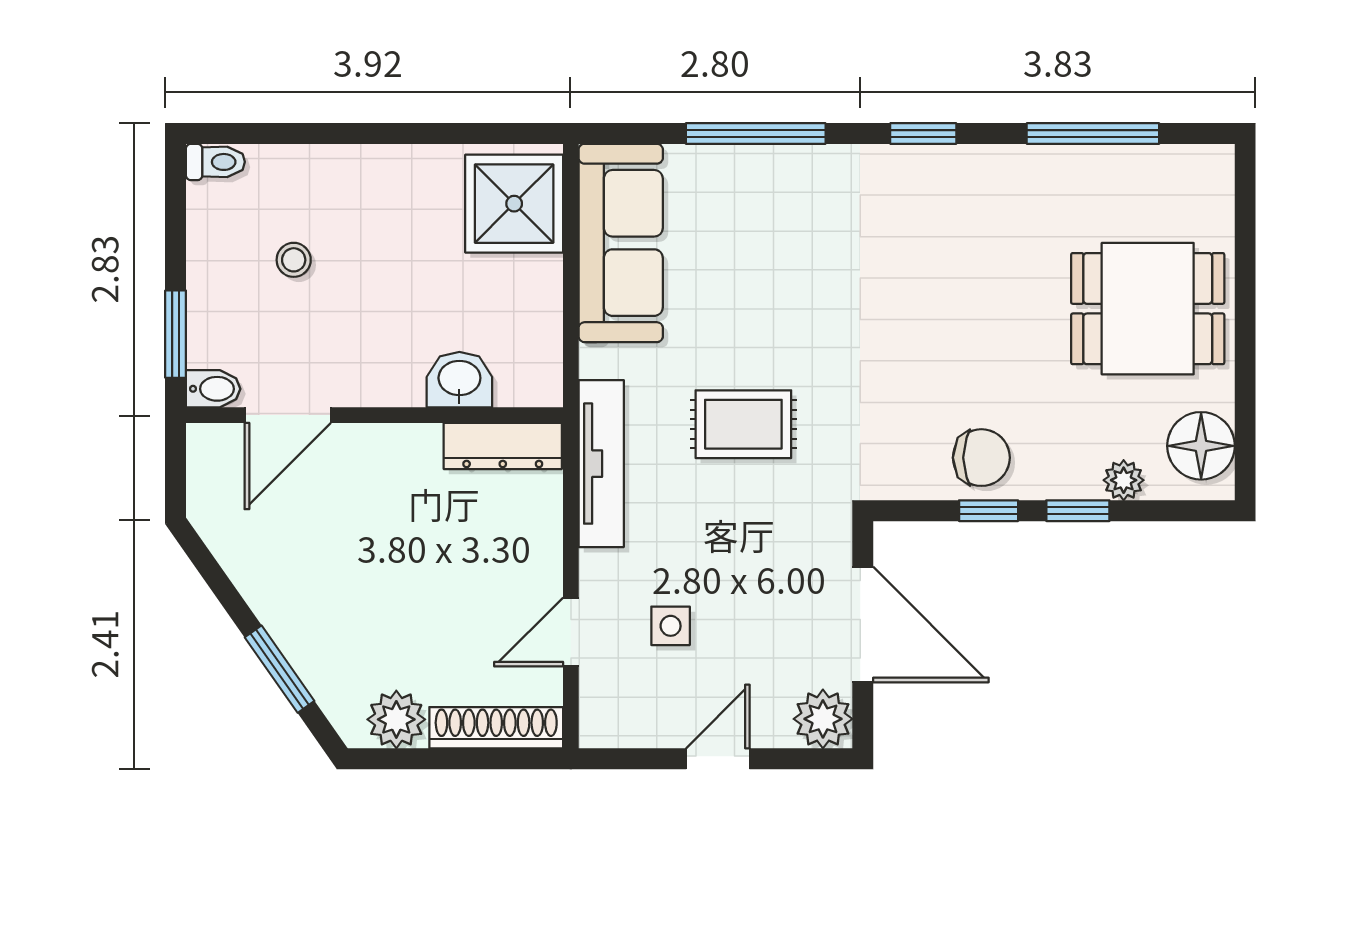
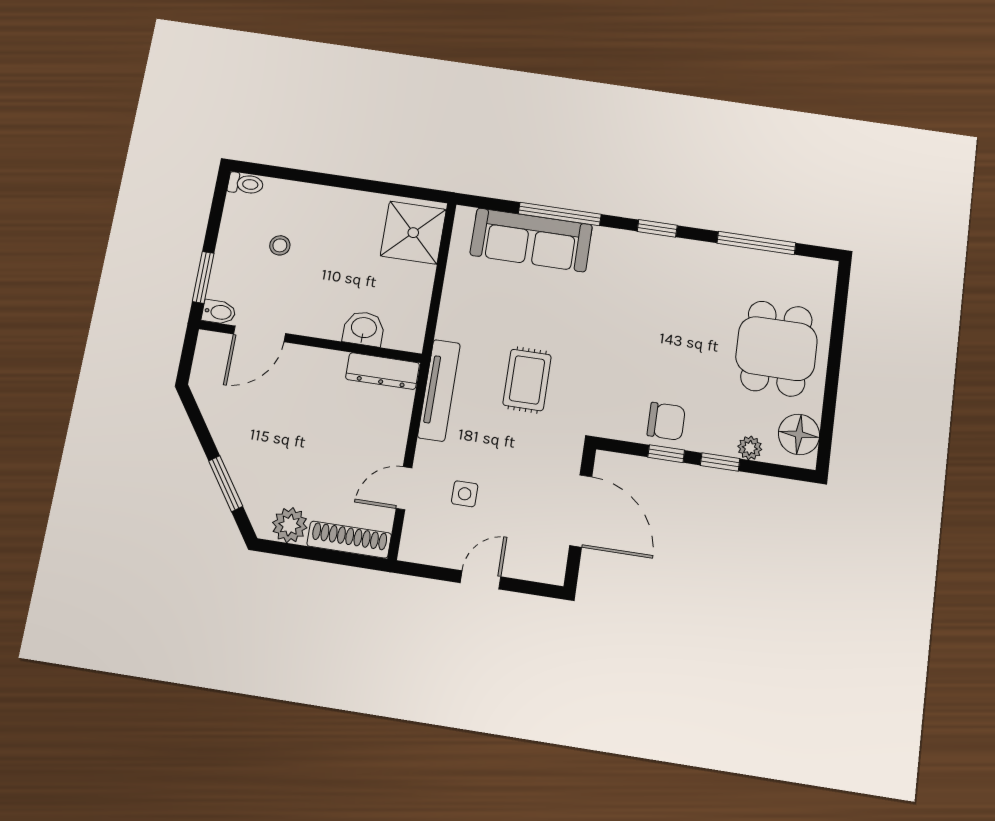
sofa: (621, 243) -> (531, 240), moved, turned 90
dining table: (1148, 309) -> (776, 349), turned 90
rug: (743, 424) -> (527, 380), turned 90
plant: (823, 719) -> (548, 565), removed

